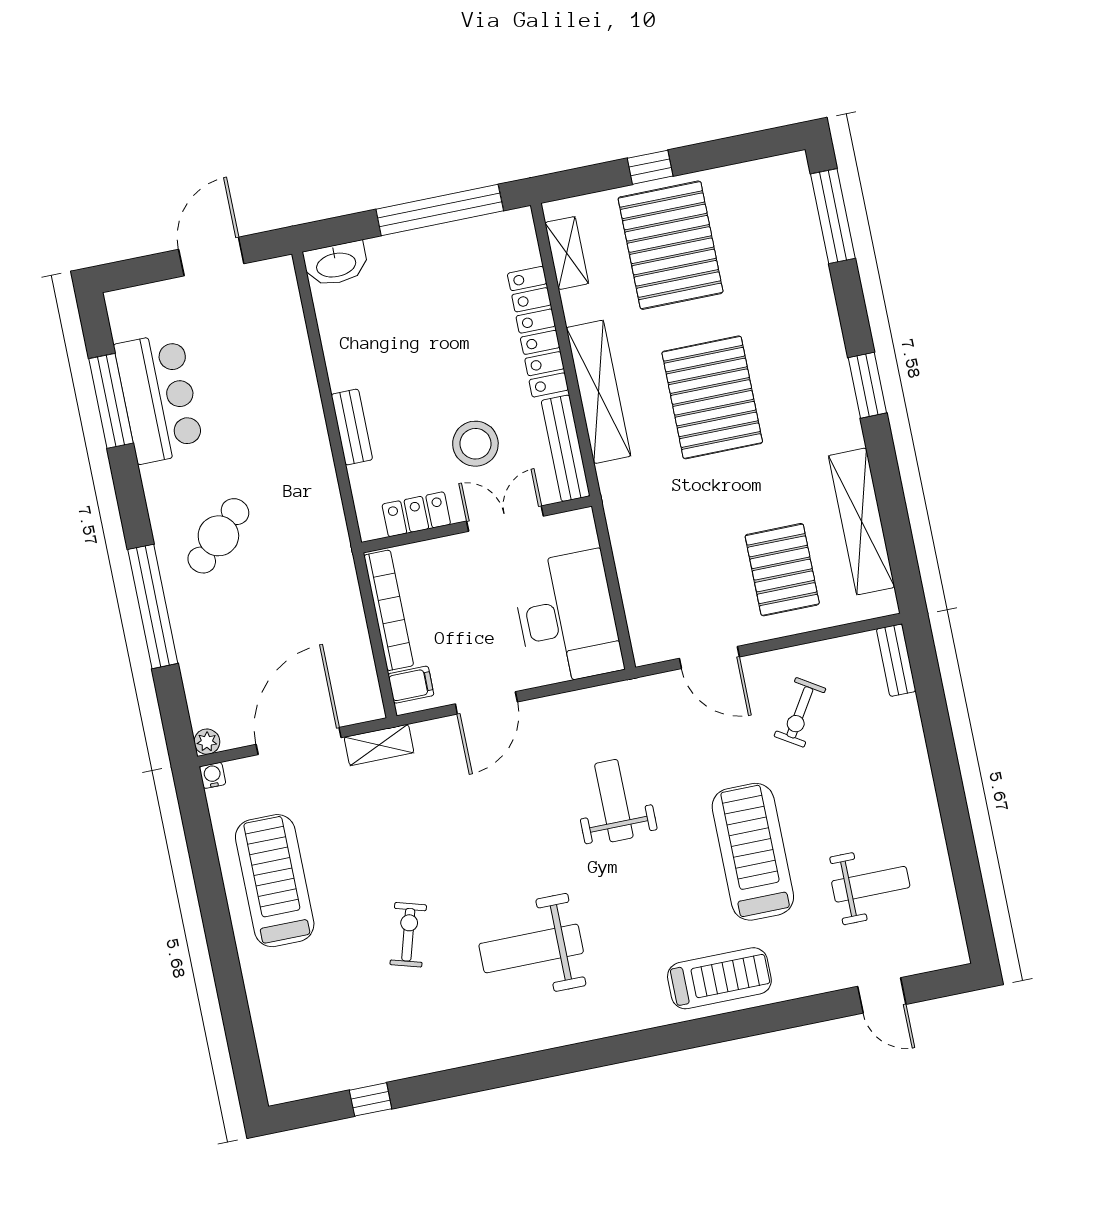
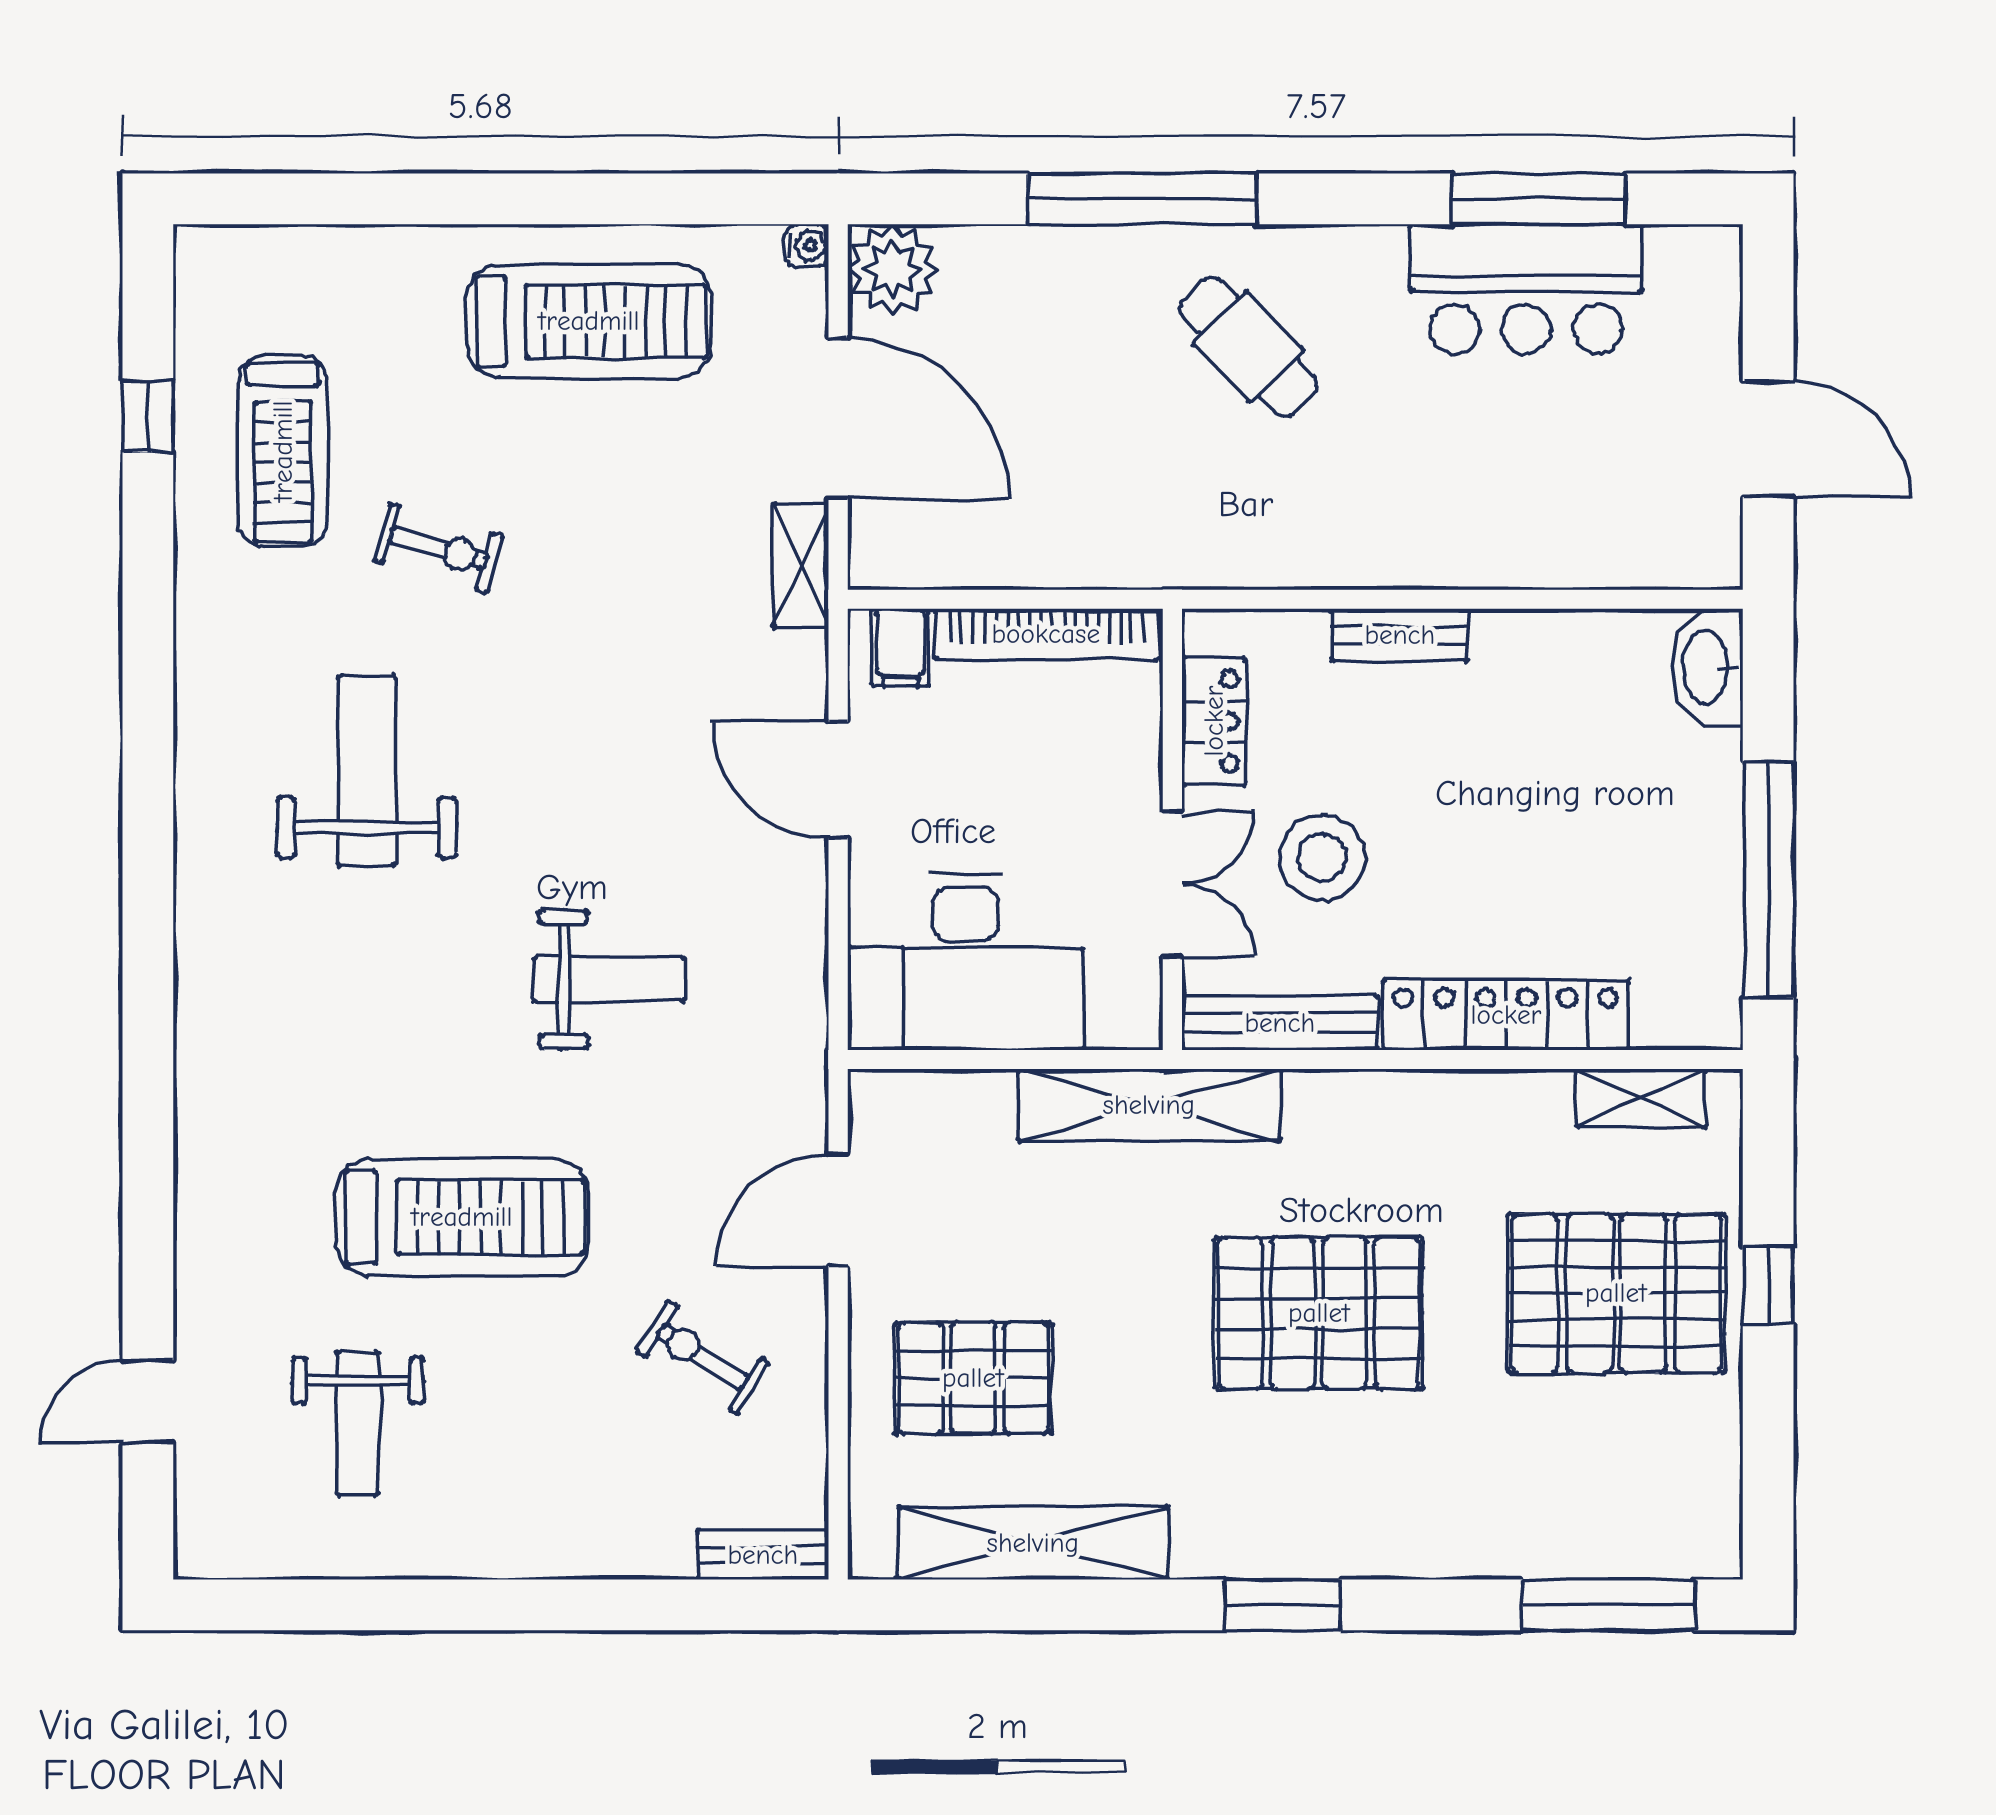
shelving: (599, 392) -> (1149, 1105), moved
plant: (207, 742) -> (893, 269), width x1.88, depth x1.88
treadmill: (719, 978) -> (283, 451), moved

